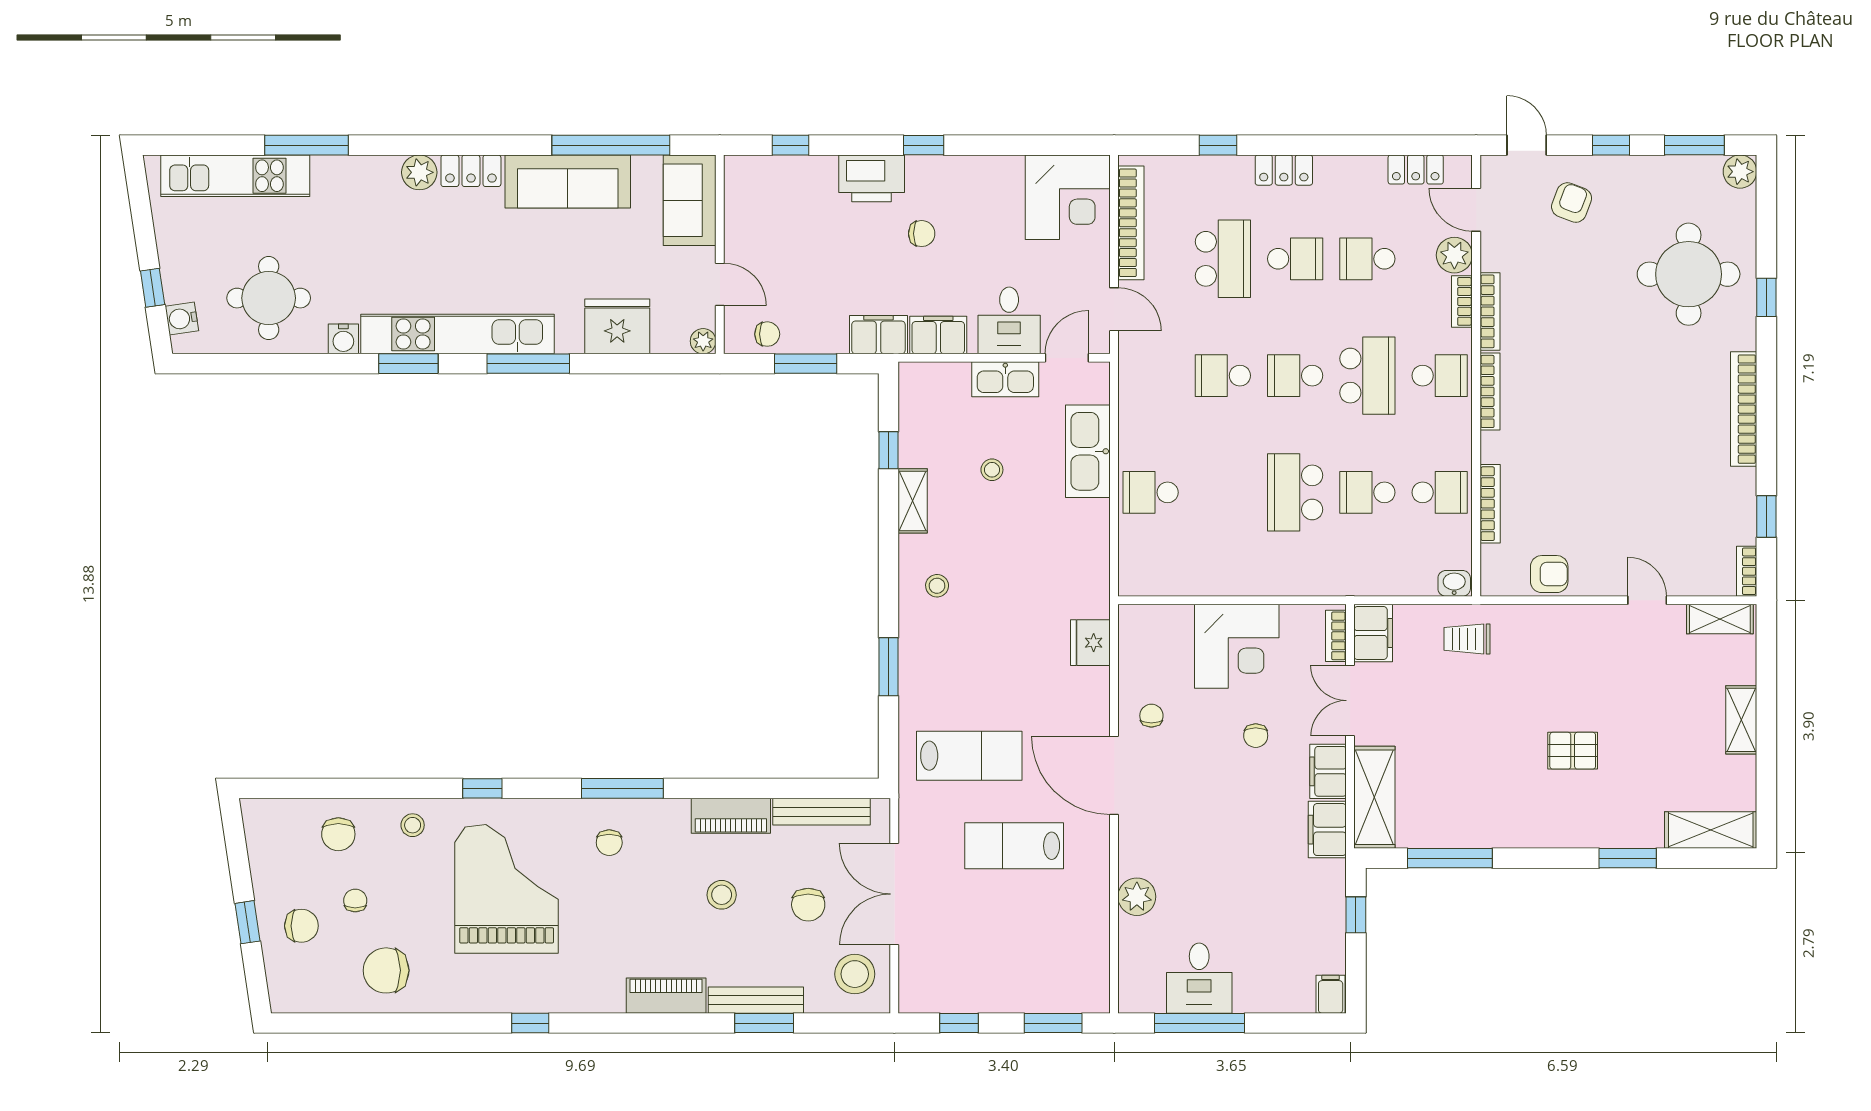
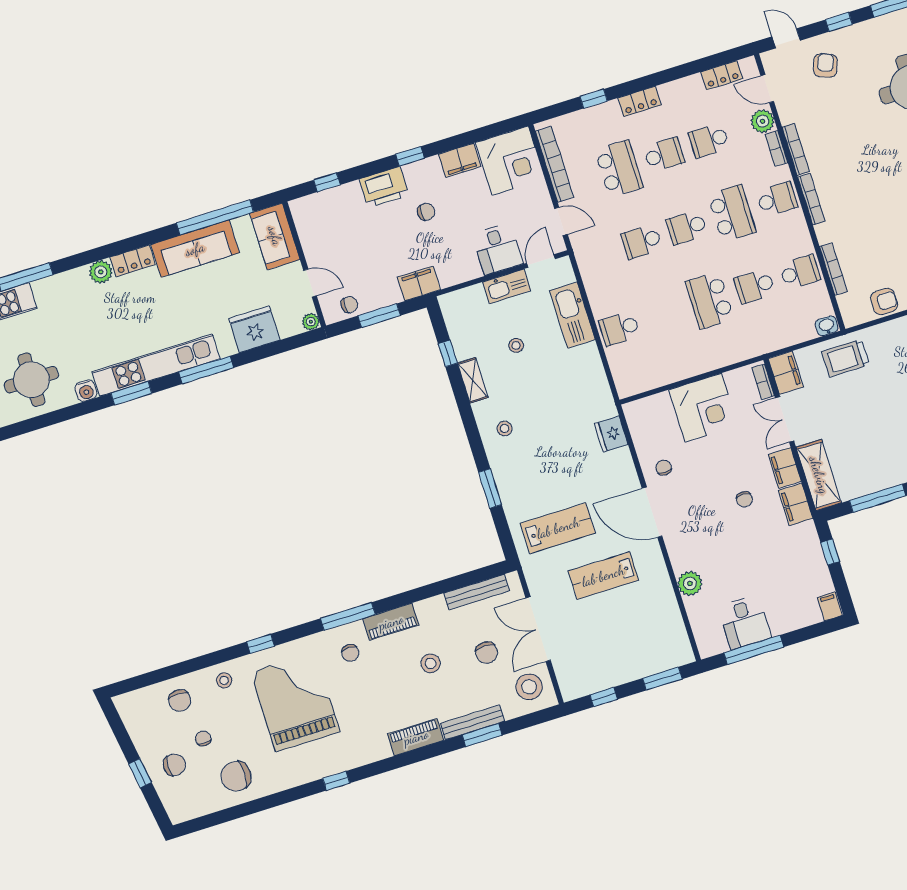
filing cabinet: (938, 335) -> (460, 160), moved, turned 180
trolley: (1467, 639) -> (846, 358), width x1.36, depth x1.39
chair: (1256, 736) -> (744, 499), moved
piano: (731, 816) -> (391, 622), moved

